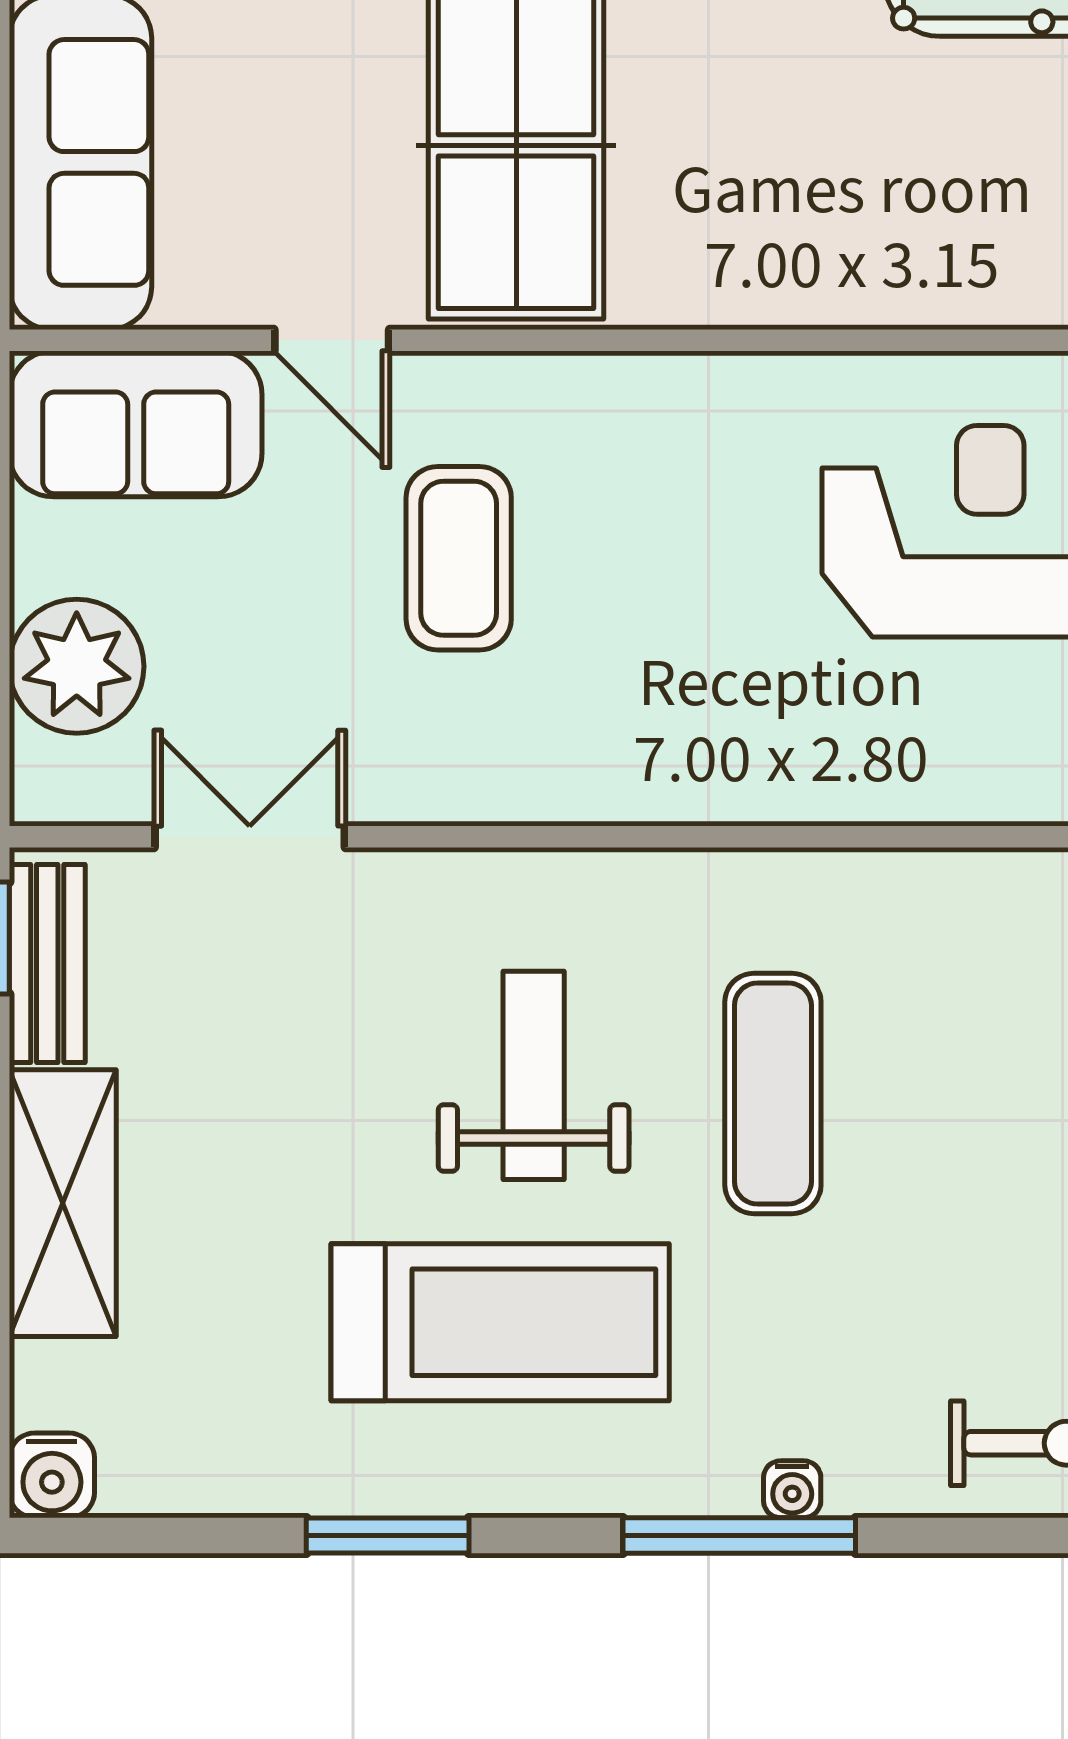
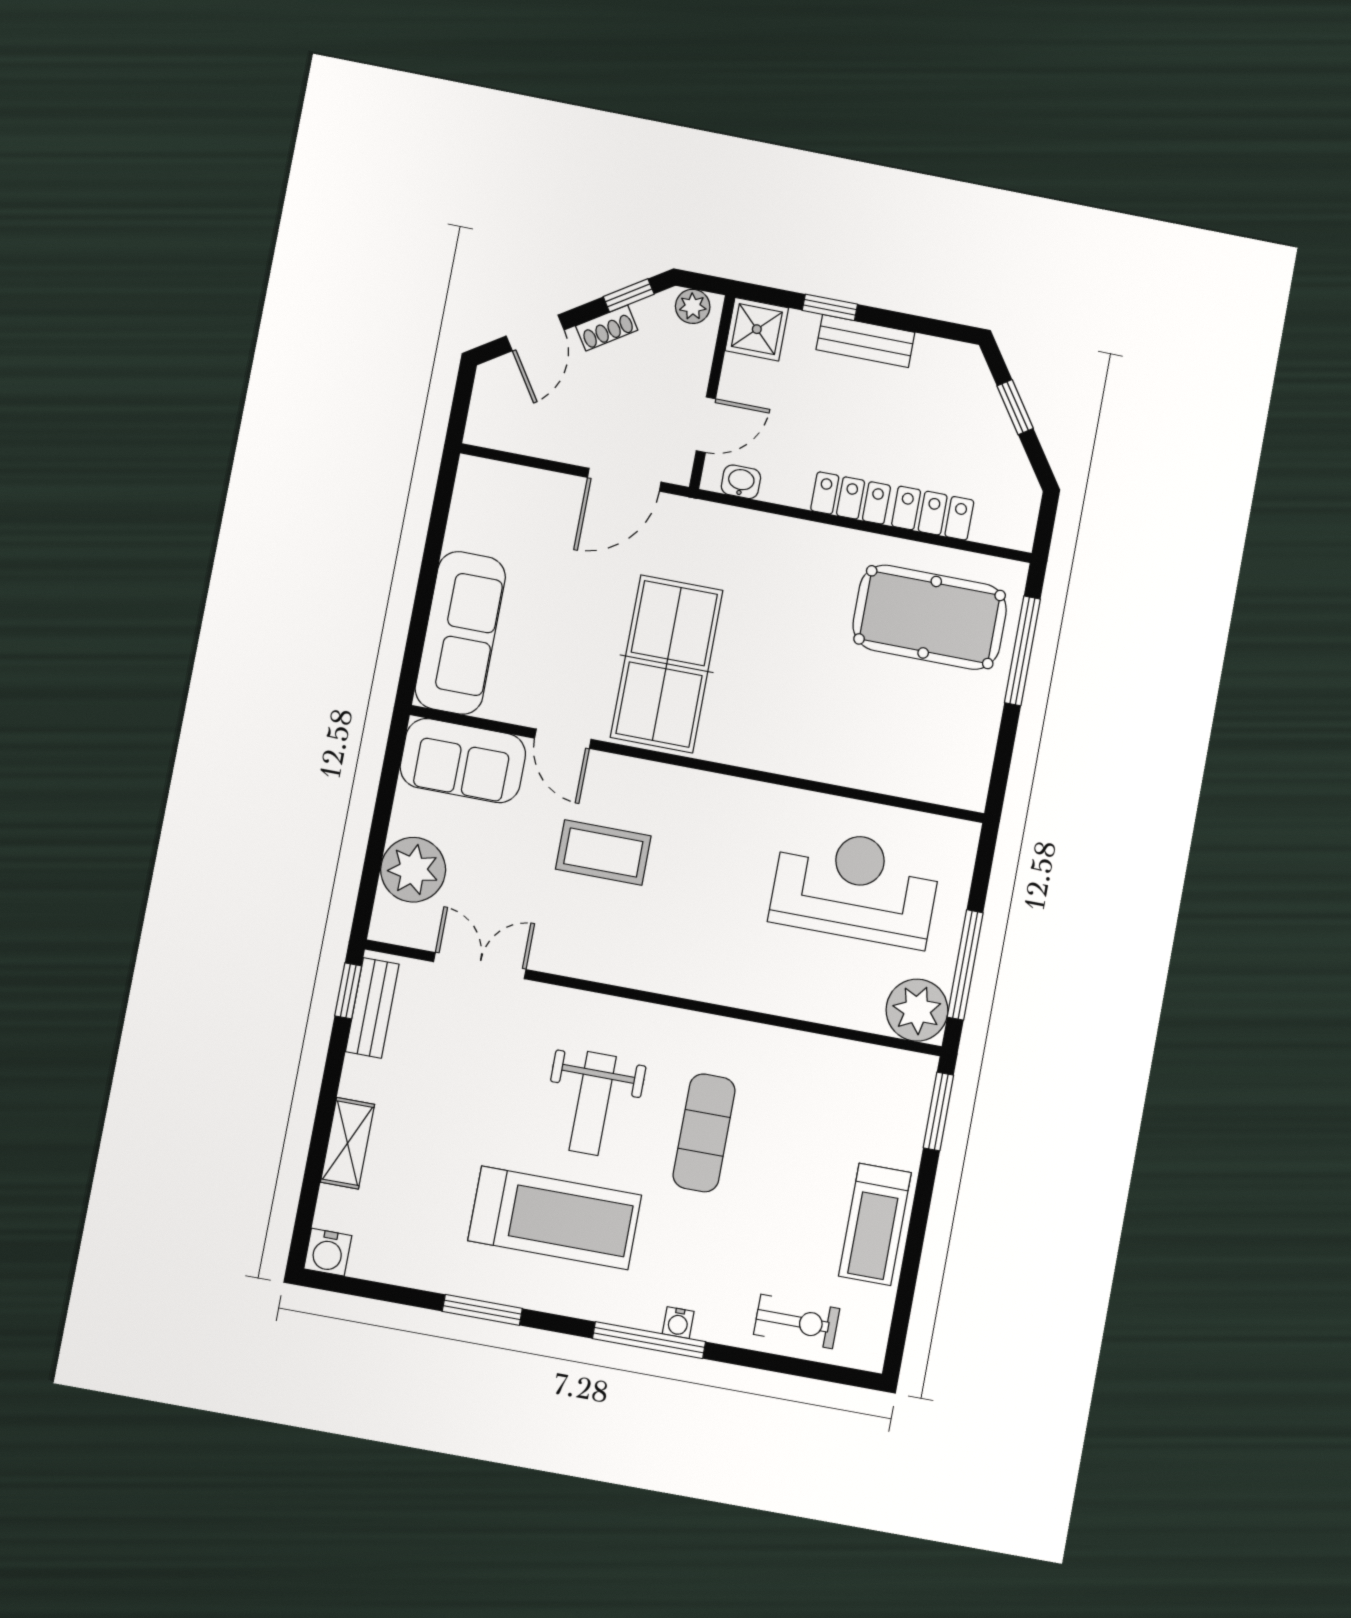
coffee table: (459, 558) -> (603, 853), turned 90
weight bench: (534, 1075) -> (593, 1104), turned 180
shelving: (63, 1203) -> (347, 1143), width x0.67, depth x0.75

